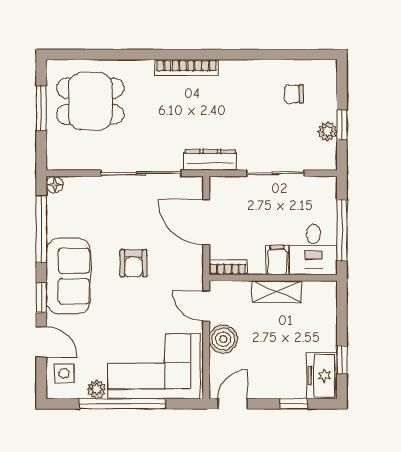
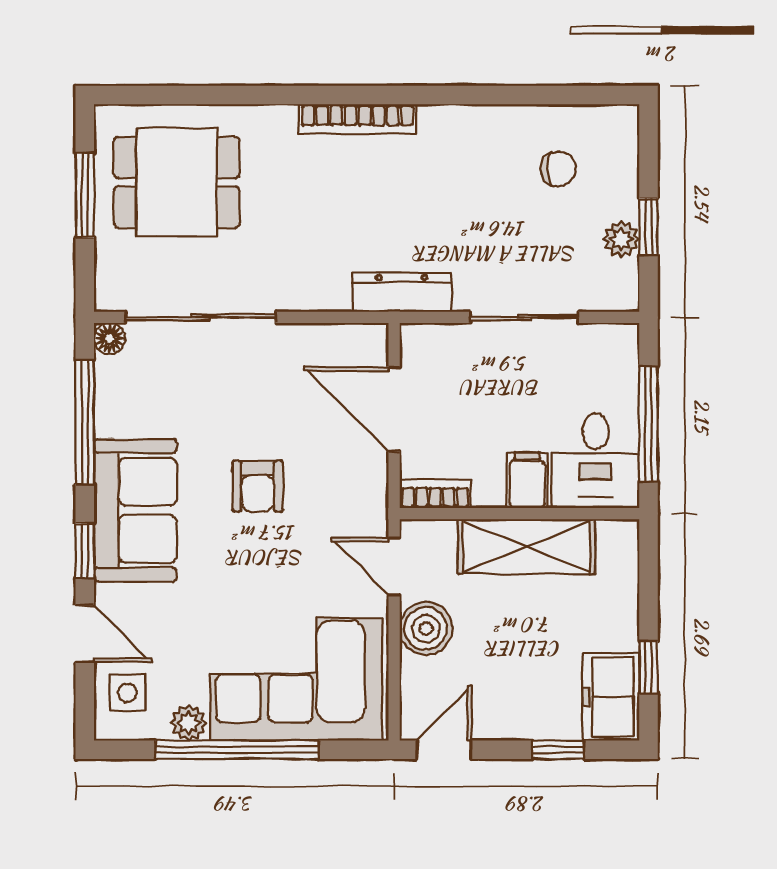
chair: (294, 94) -> (558, 169), turned 180
sliding door: (141, 173) -> (200, 317), moved
shelving: (277, 292) -> (527, 546), width x1.50, depth x1.33

